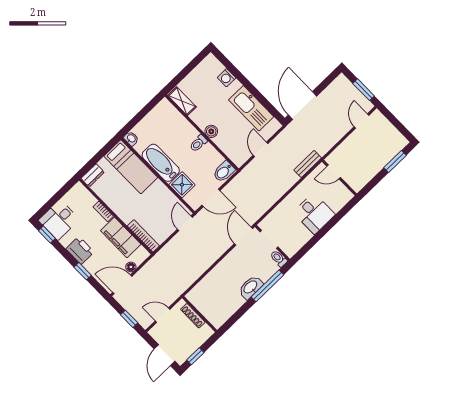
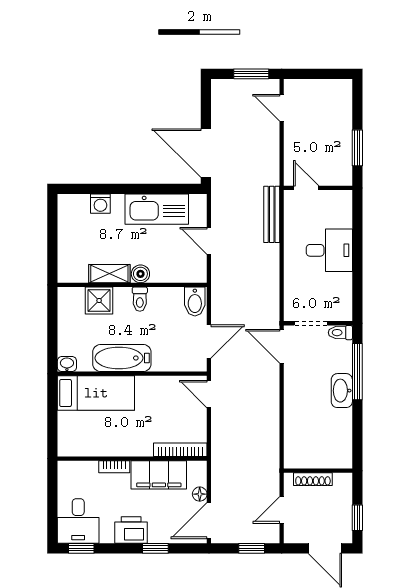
shelving: (182, 101) -> (109, 274), moved
window: (395, 161) -> (357, 148), moved
bench: (308, 164) -> (272, 214), width x1.36
door: (334, 172) -> (306, 188), swing flipped
dresser: (93, 175) -> (66, 441), removed
shower: (182, 185) -> (99, 301), moved

